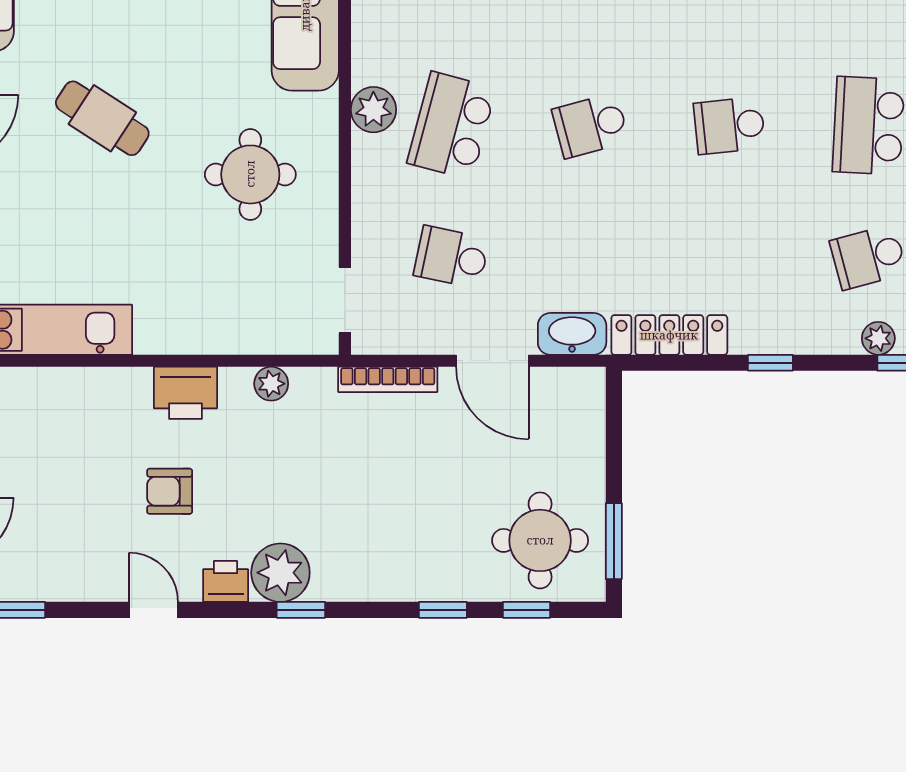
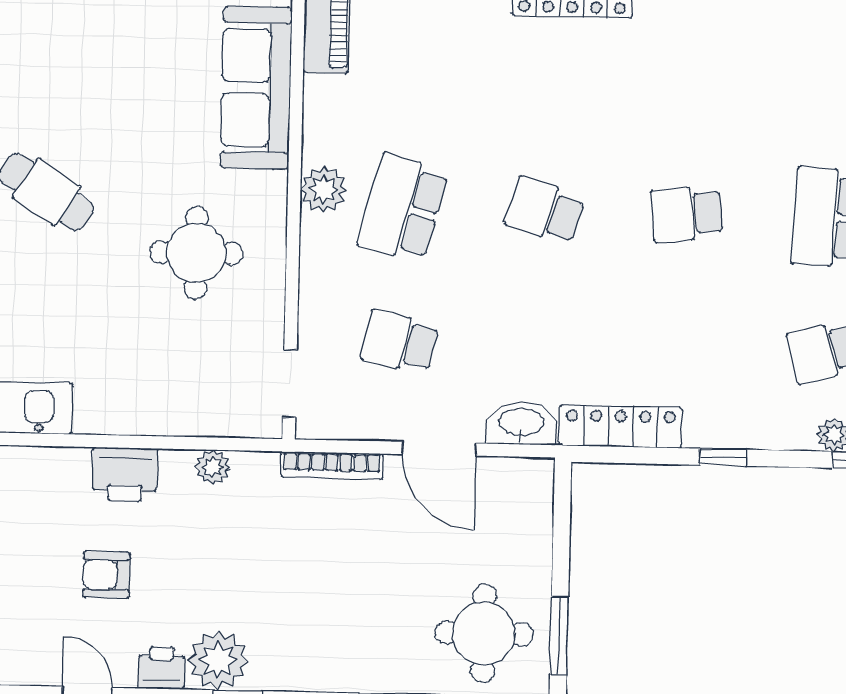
school desk: (590, 126) -> (545, 211), turned 33

